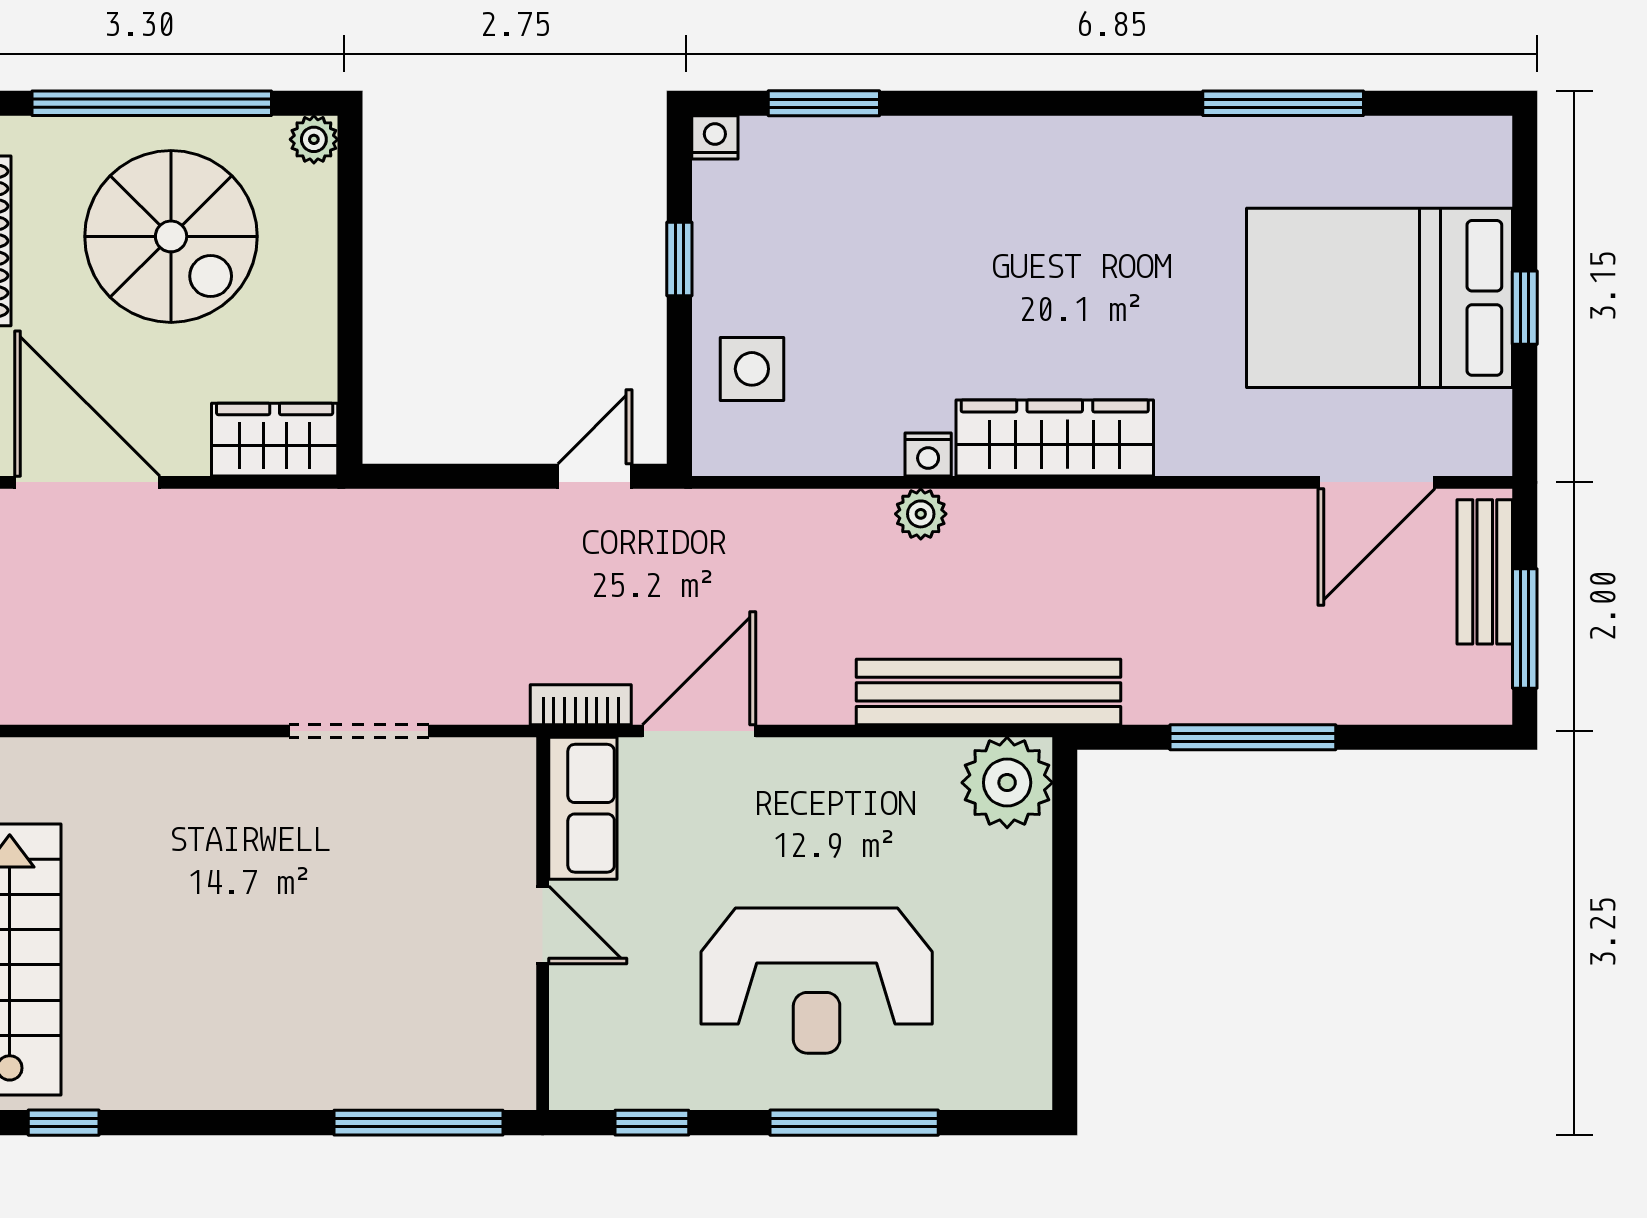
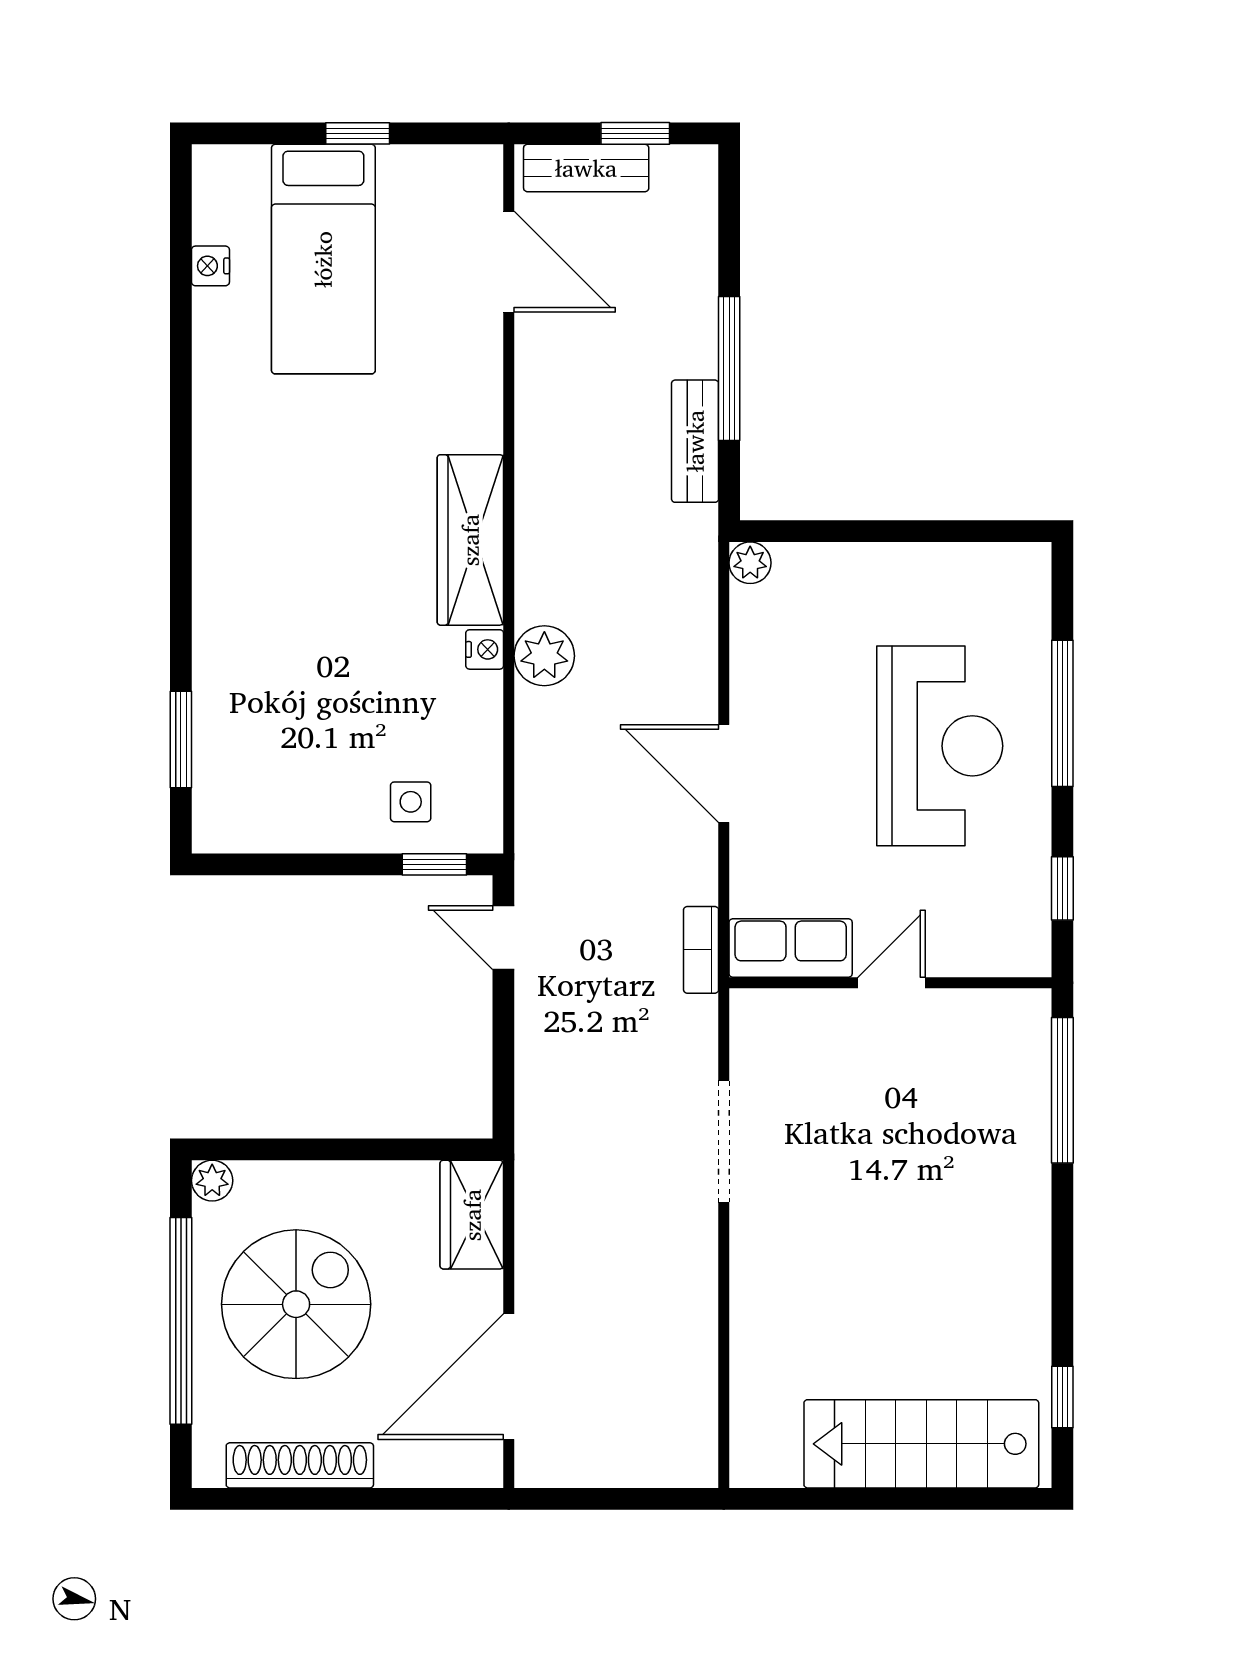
window: (1283, 103) -> (181, 342), removed
nightstand: (715, 137) -> (210, 266), moved
window: (679, 259) -> (434, 864), moved
bed: (1379, 298) -> (323, 259), width x0.67
side table: (752, 369) -> (411, 802), width x0.73, depth x0.73
plant: (921, 514) -> (544, 656), width x1.38, depth x1.38
window: (1525, 629) -> (635, 133), width x0.67
bench: (989, 692) -> (695, 441), moved, width x0.54, depth x0.82
door: (699, 731) -> (724, 773), moved
plant: (1007, 783) -> (750, 563), width x0.53, depth x0.53

